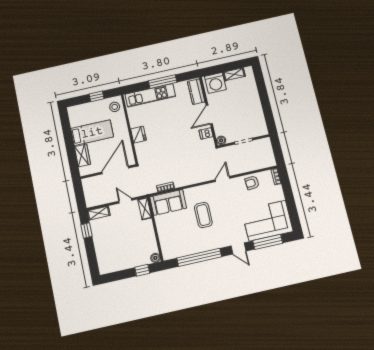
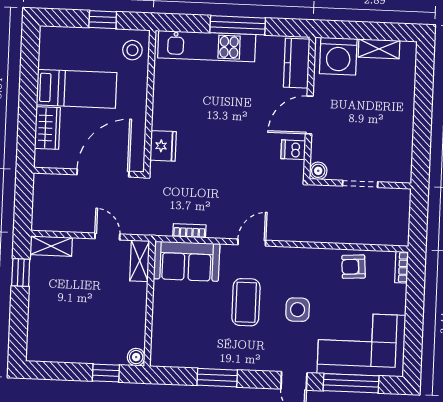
fridge: (138, 135) -> (163, 146), moved
door: (222, 179) -> (252, 243), moved
side table: (230, 212) -> (298, 310), added
window: (199, 257) -> (217, 378), width x0.47

